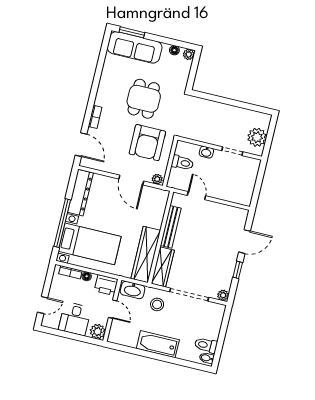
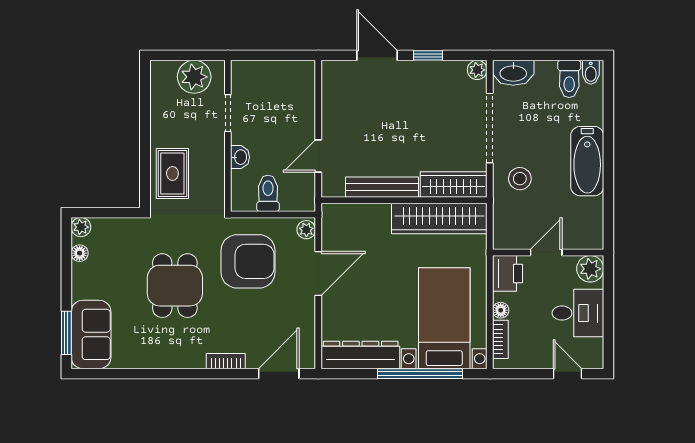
sofa: (135, 47) -> (91, 334), width x0.73
dining table: (144, 99) -> (175, 286), turned 90
rug: (206, 112) -> (172, 173), added
washbasin: (133, 290) -> (513, 73), moved, turned 90

